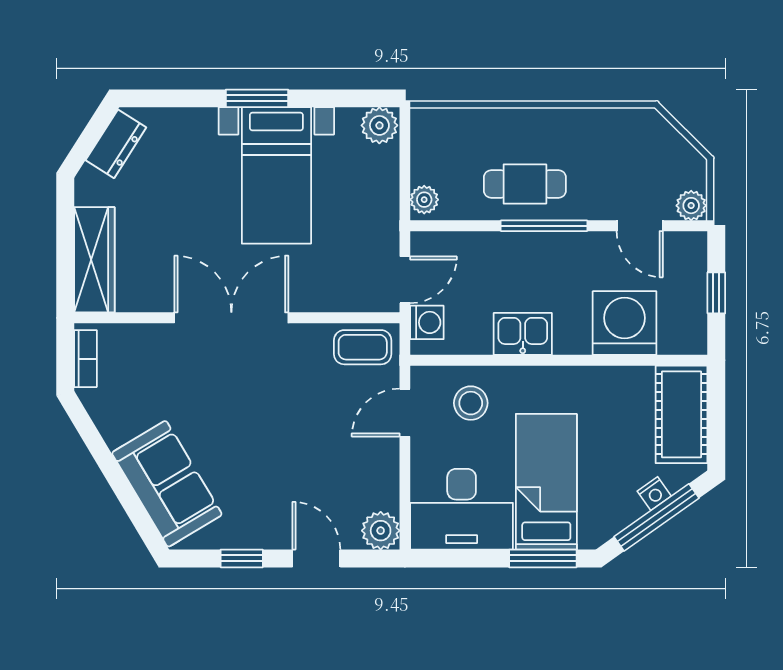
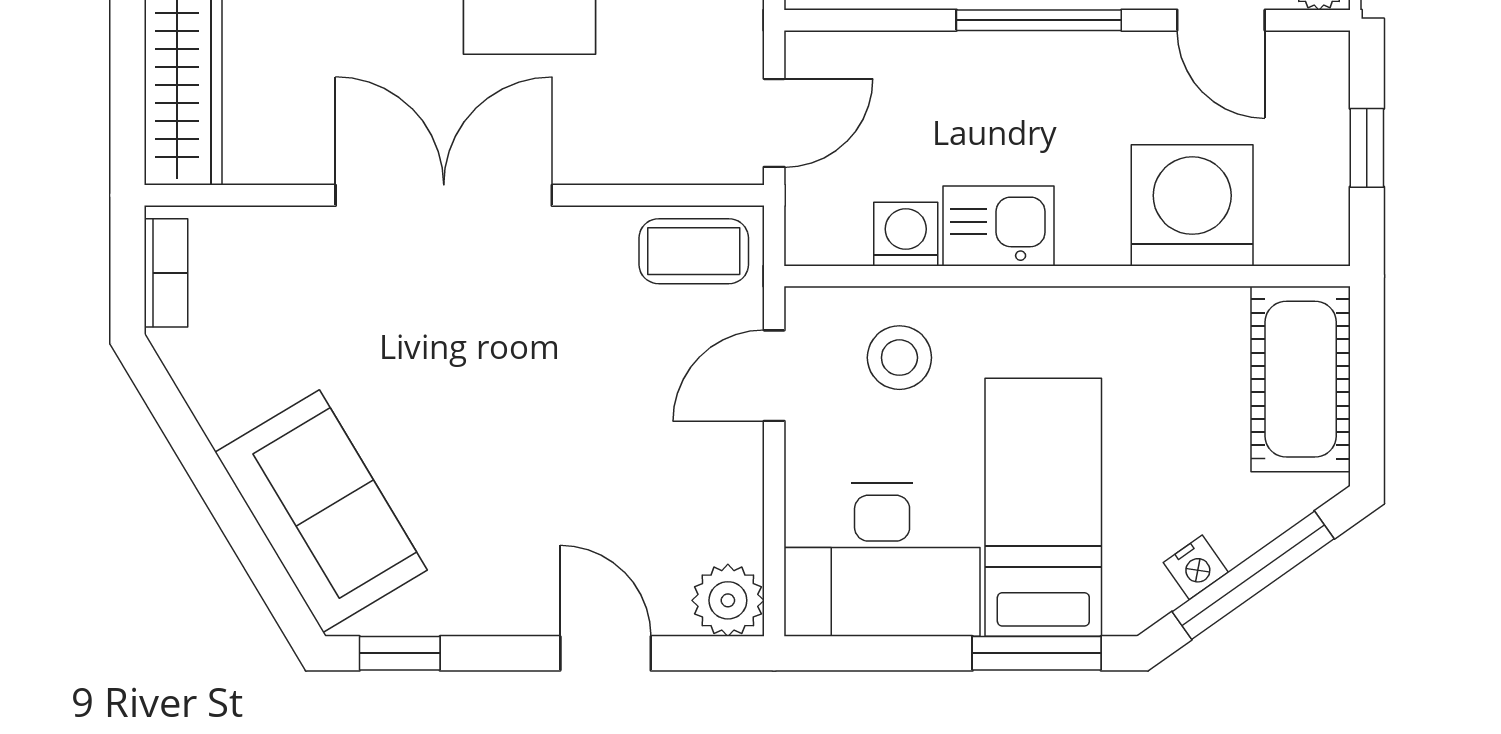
washing machine: (427, 322) -> (906, 234), moved, turned -90
nightstand: (654, 494) -> (1196, 567), moved
window: (242, 558) -> (400, 653), moved

